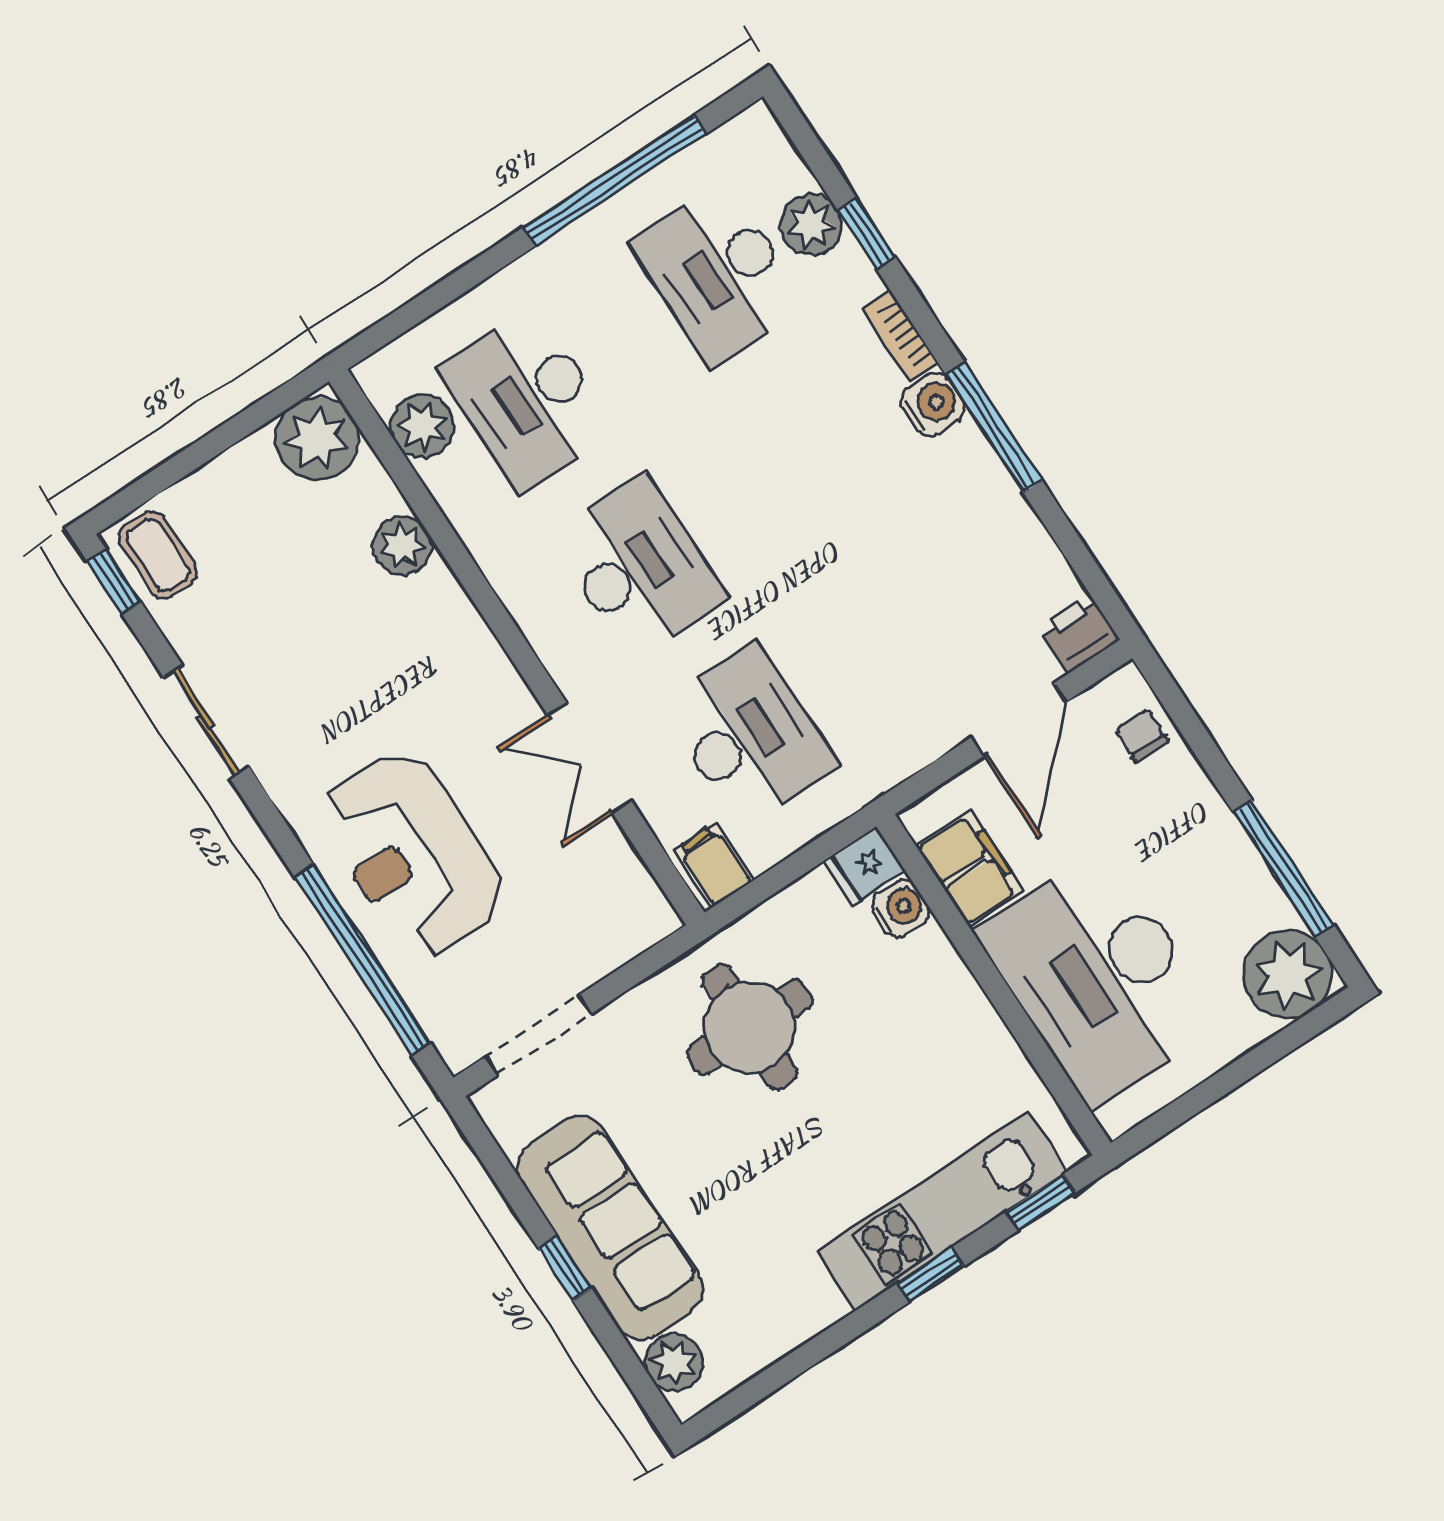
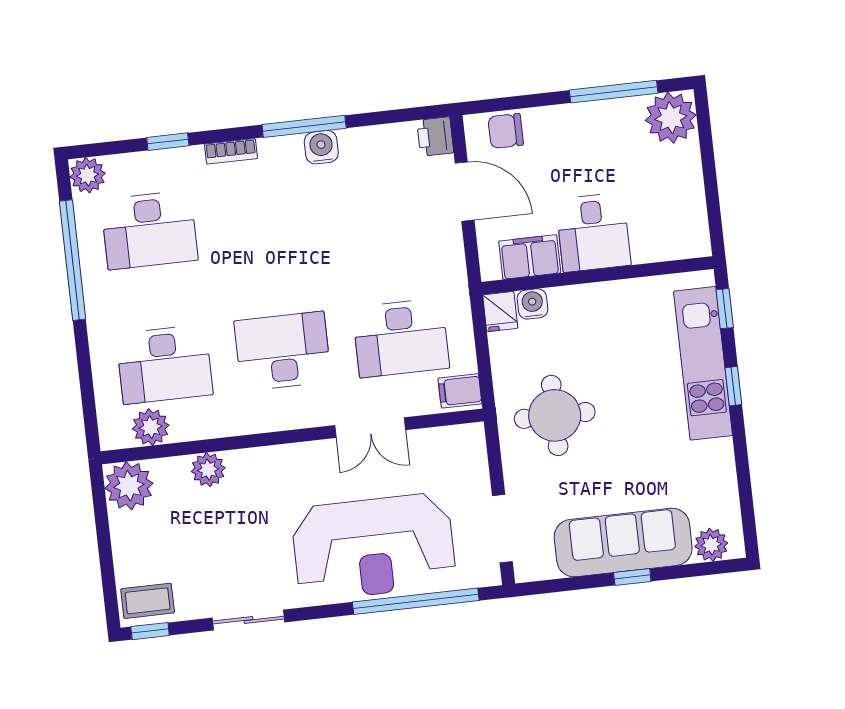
plant: (811, 225) -> (88, 175), moved
water cooler: (933, 404) -> (321, 147), moved
chair: (1141, 735) -> (506, 131), width x1.37, depth x1.37
desk: (749, 736) -> (401, 338), turned 180
reception desk: (413, 854) -> (374, 547), width x1.36, depth x1.30
desk: (1099, 977) -> (593, 232), width x0.53, depth x0.77

